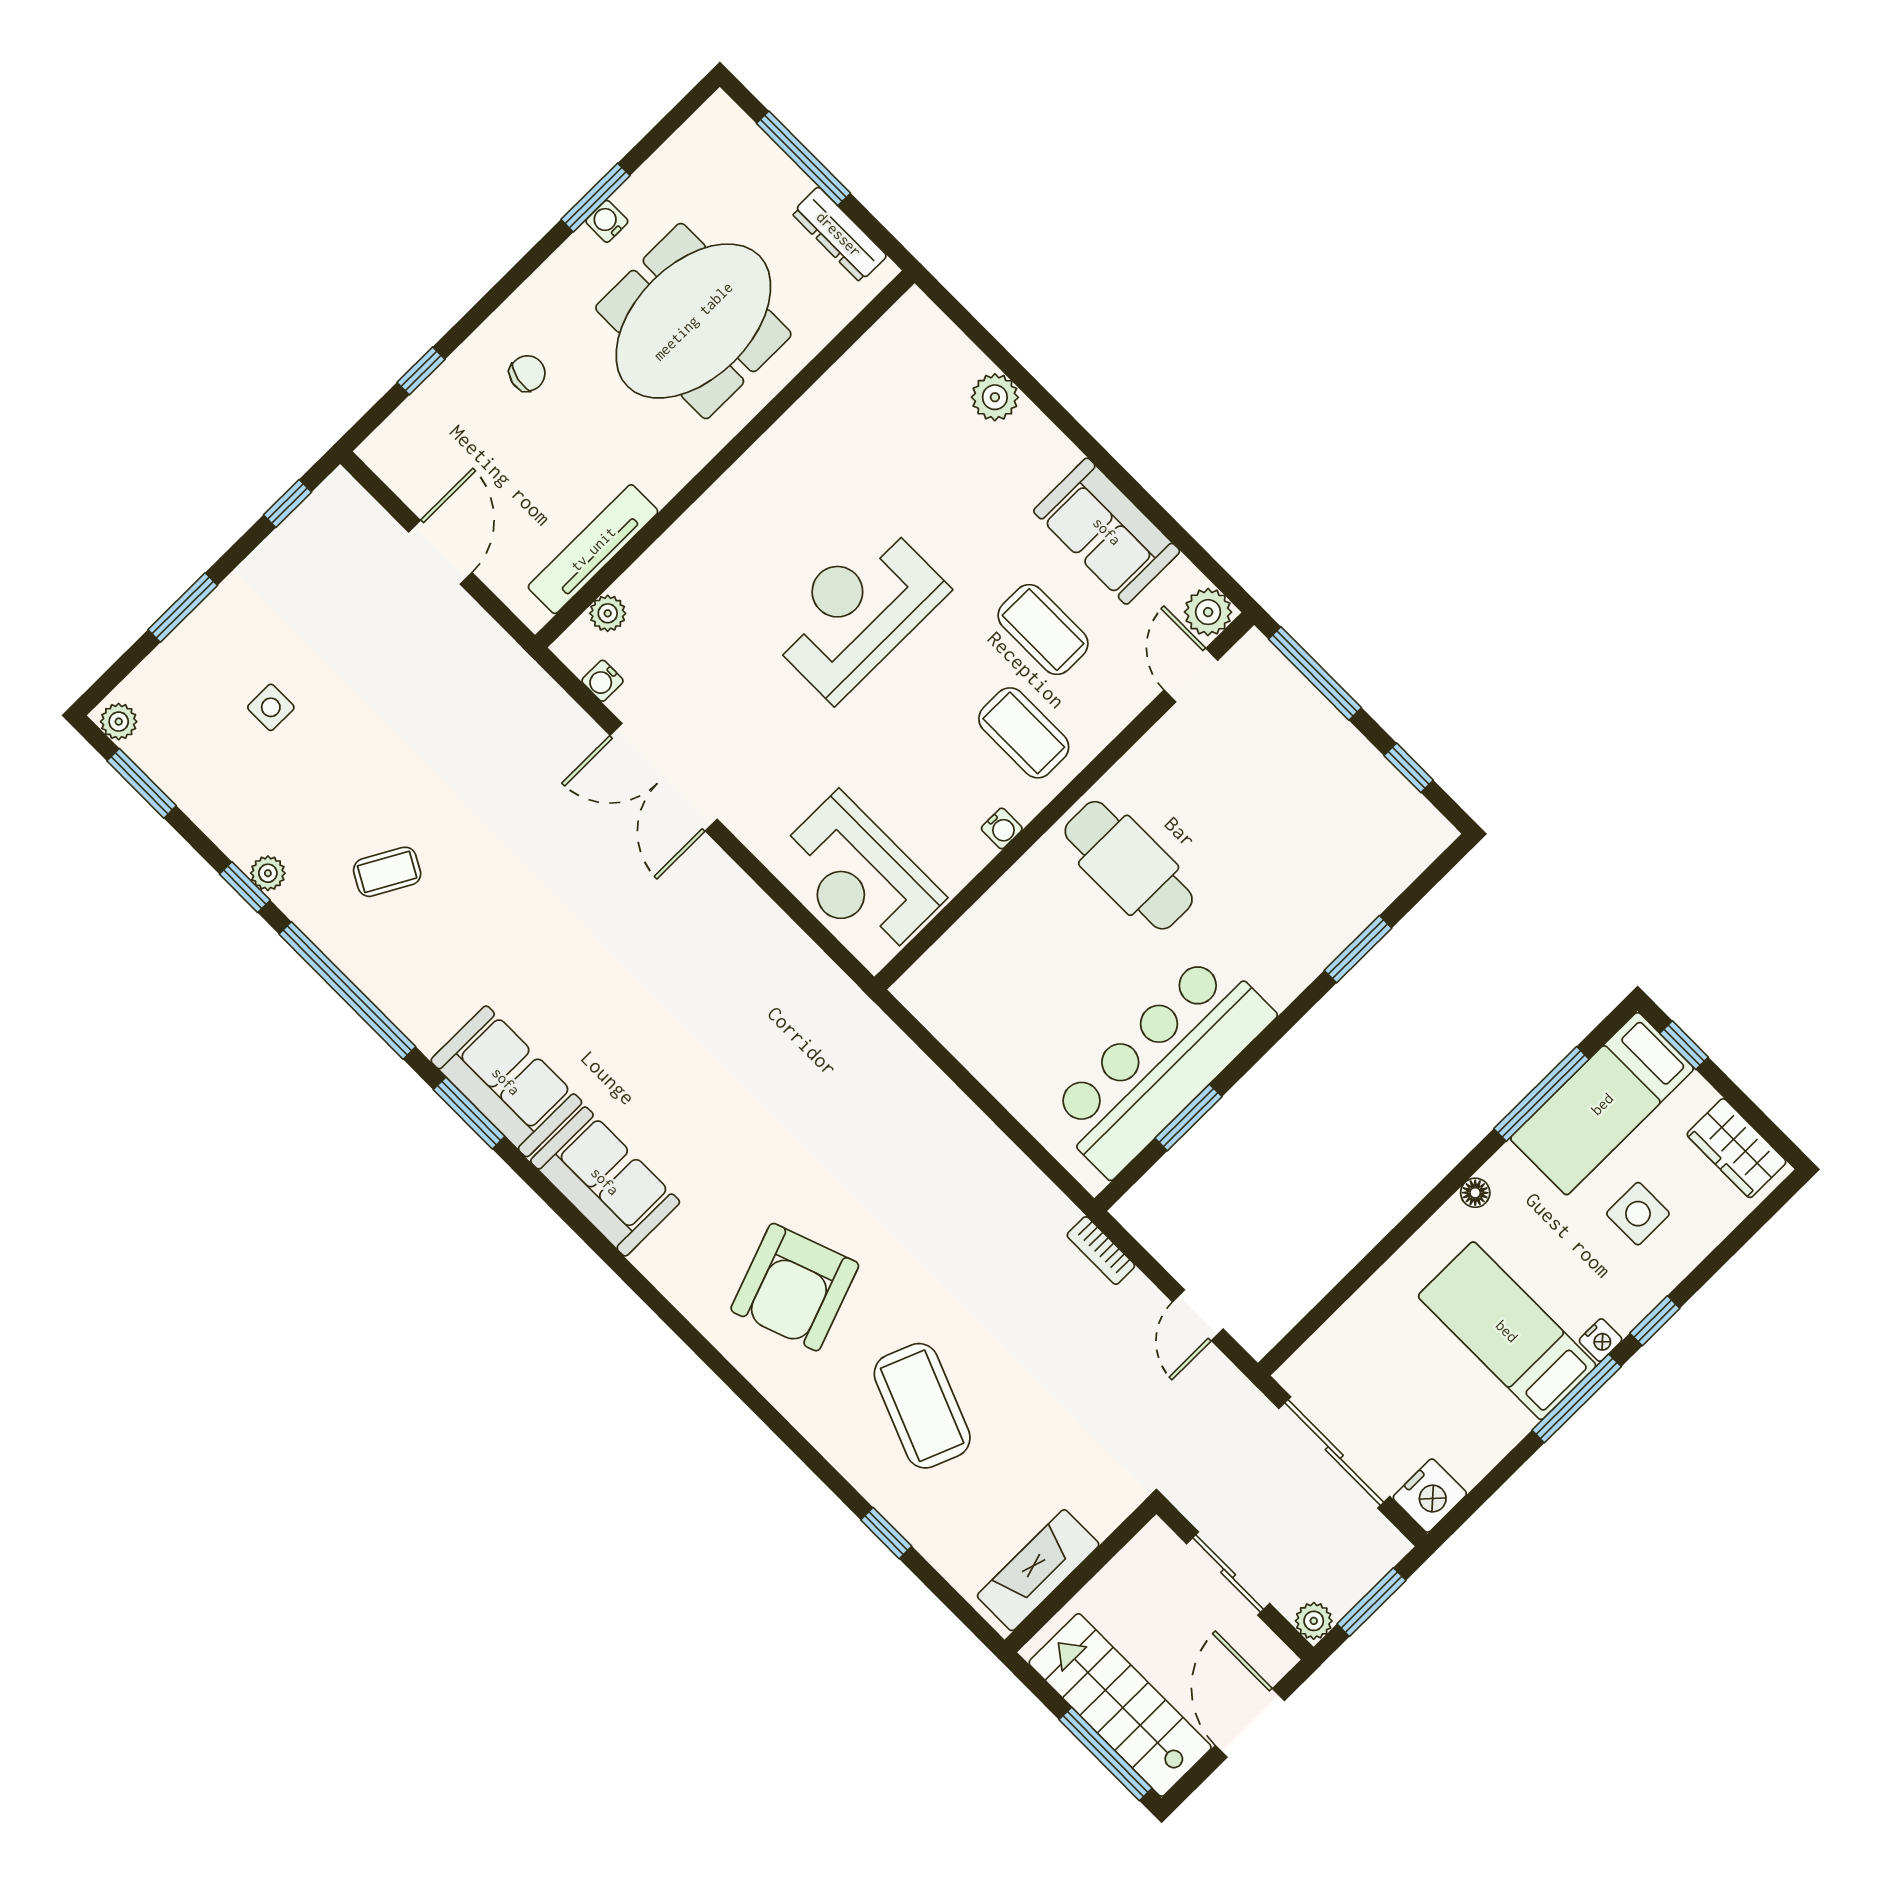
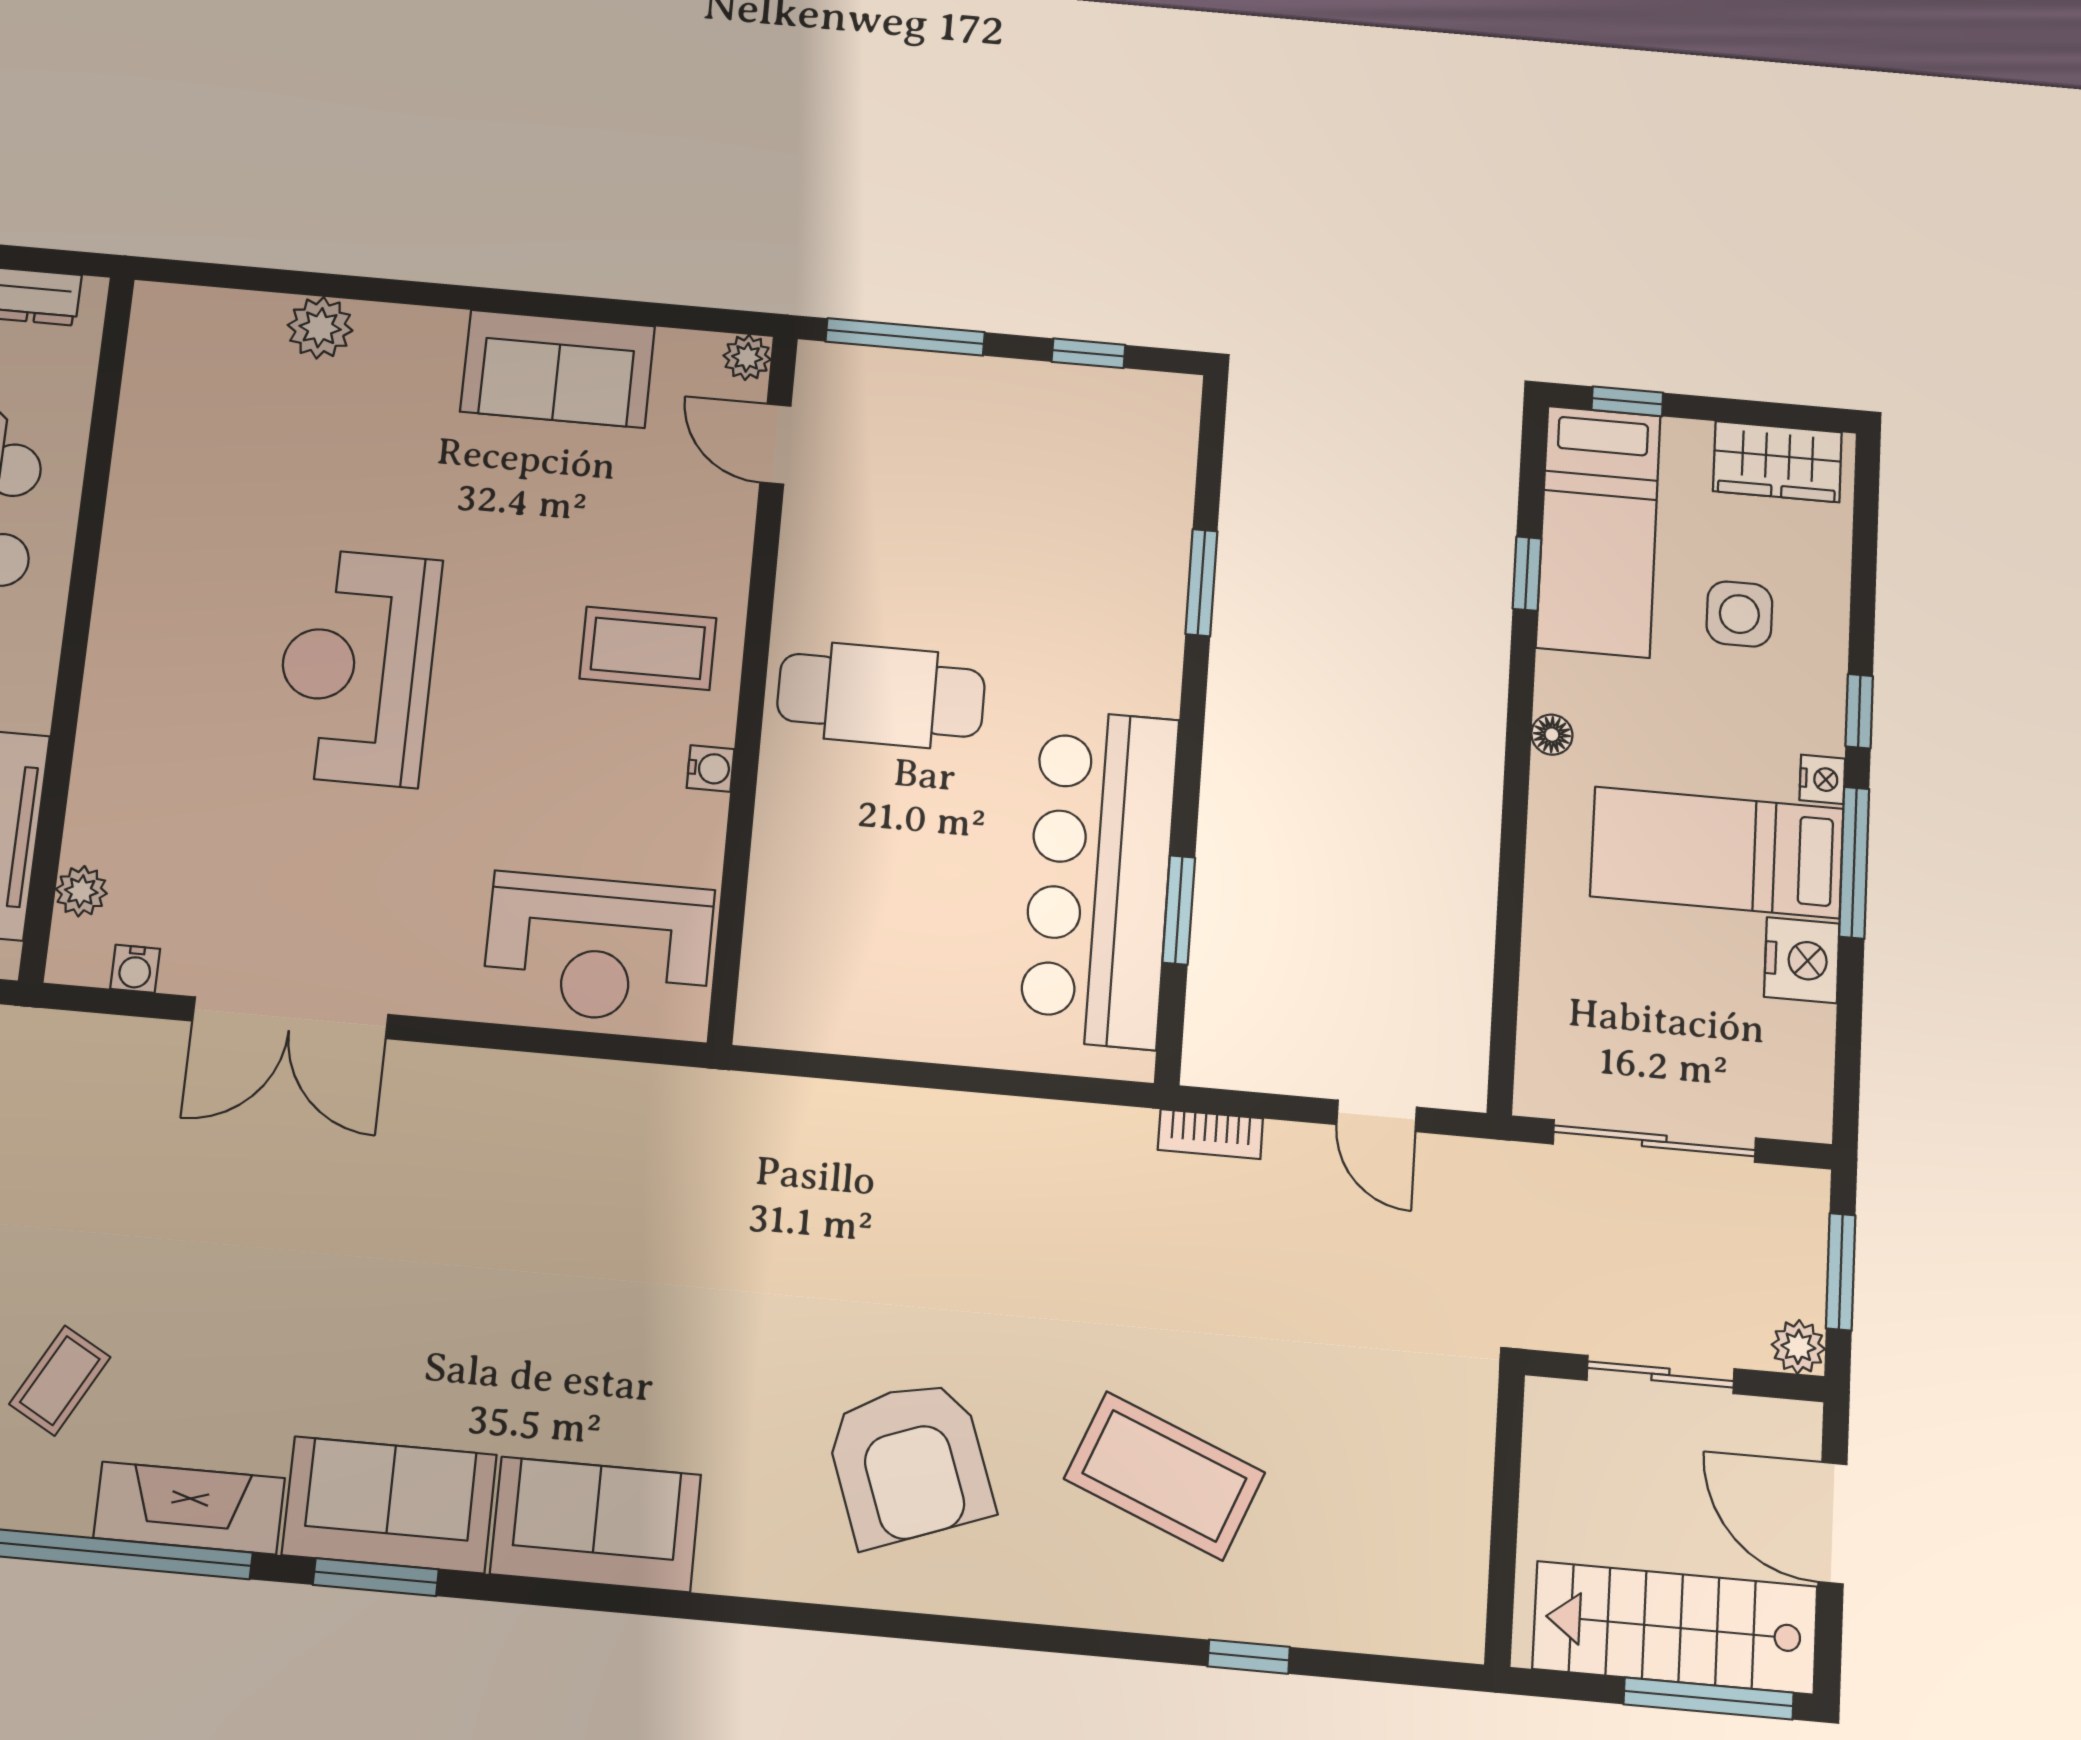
plant: (1208, 612) -> (747, 357), width x0.73, depth x0.73
coffee table: (1043, 630) -> (576, 524), removed
window: (1541, 1094) -> (1527, 574), width x0.46
nightstand: (1430, 1496) -> (1802, 960), moved
fireplace: (1038, 1570) -> (189, 1508), moved, turned 90

